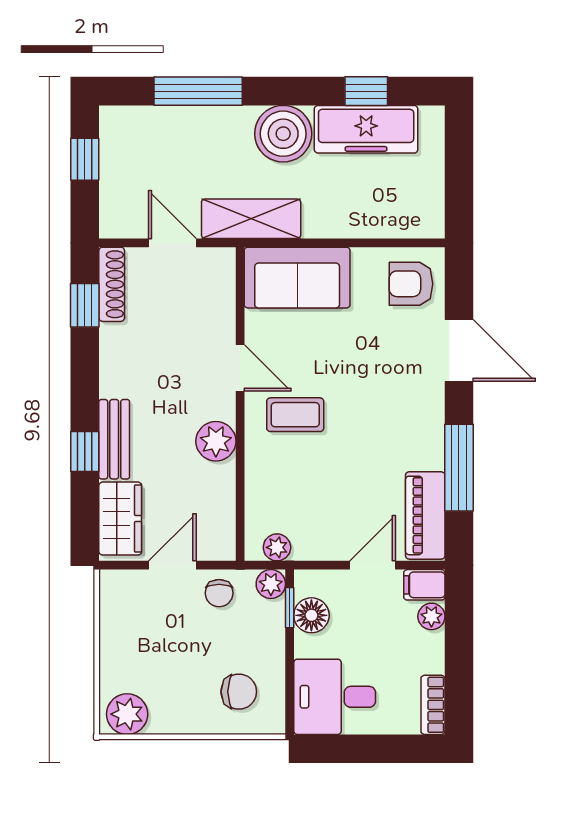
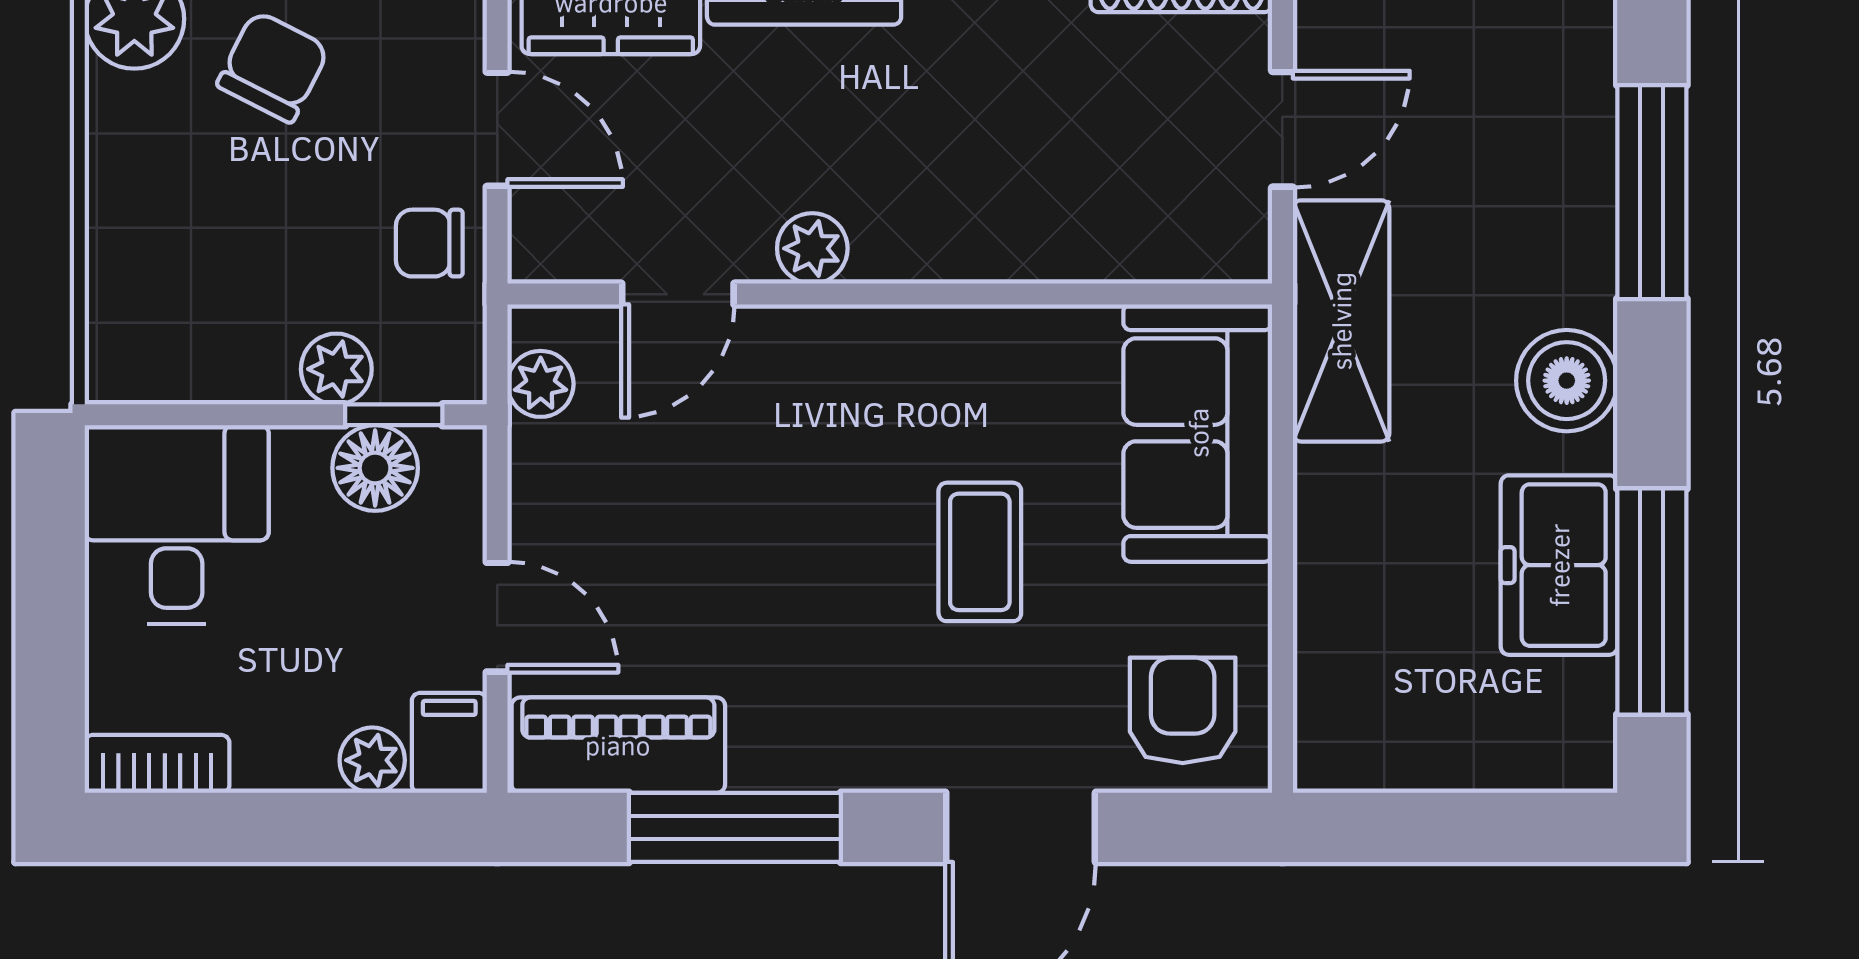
window: (366, 91) -> (1652, 602), width x2.17
freezer: (366, 129) -> (1559, 565), width x0.71
boiler: (283, 134) -> (1567, 381), width x0.73, depth x0.73
door: (240, 368) -> (678, 294), moved
coffee table: (295, 415) -> (980, 552), moved
plant: (216, 441) -> (812, 248), width x0.73, depth x0.73
plant: (271, 584) -> (336, 369), moved
chair: (239, 692) -> (273, 67), moved, turned -153

